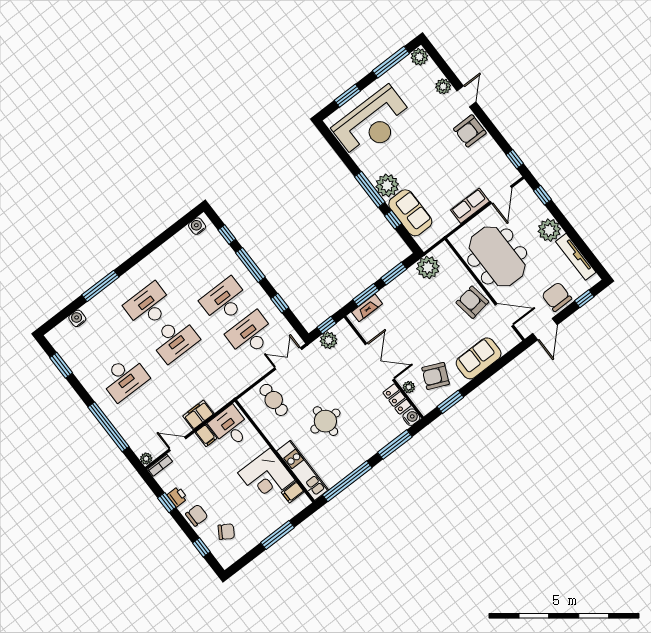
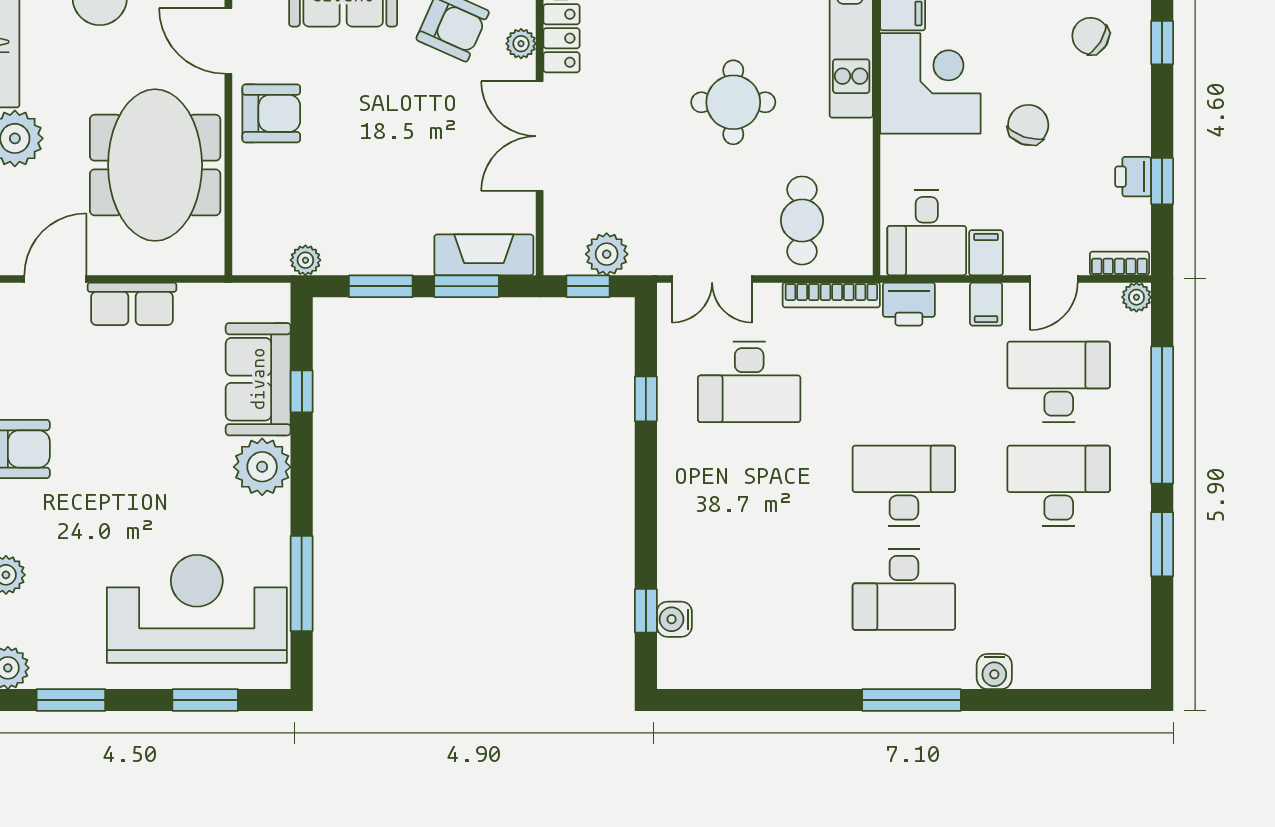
window: (391, 62) -> (71, 700), width x0.69
window: (370, 189) -> (302, 584), moved
water cooler: (197, 226) -> (674, 619), moved, turned 90
window: (250, 265) -> (646, 517), removed
plant: (428, 267) -> (305, 260), width x0.53, depth x0.53
window: (100, 286) -> (911, 700), moved
desk: (225, 301) -> (1059, 382), moved, turned 180
armchair: (472, 302) -> (271, 113), turned -81
fireplace: (367, 308) -> (484, 255), width x1.37, depth x1.32
water cooler: (77, 318) -> (994, 671), moved
window: (61, 365) -> (1162, 544), moved
bookcase: (246, 383) -> (831, 295), added
printer: (218, 400) -> (909, 304), added
filing cabinet: (198, 415) -> (986, 304), width x0.50
door: (177, 444) -> (1054, 279), hinge flipped
chair: (197, 515) -> (1028, 125), moved, turned 109

